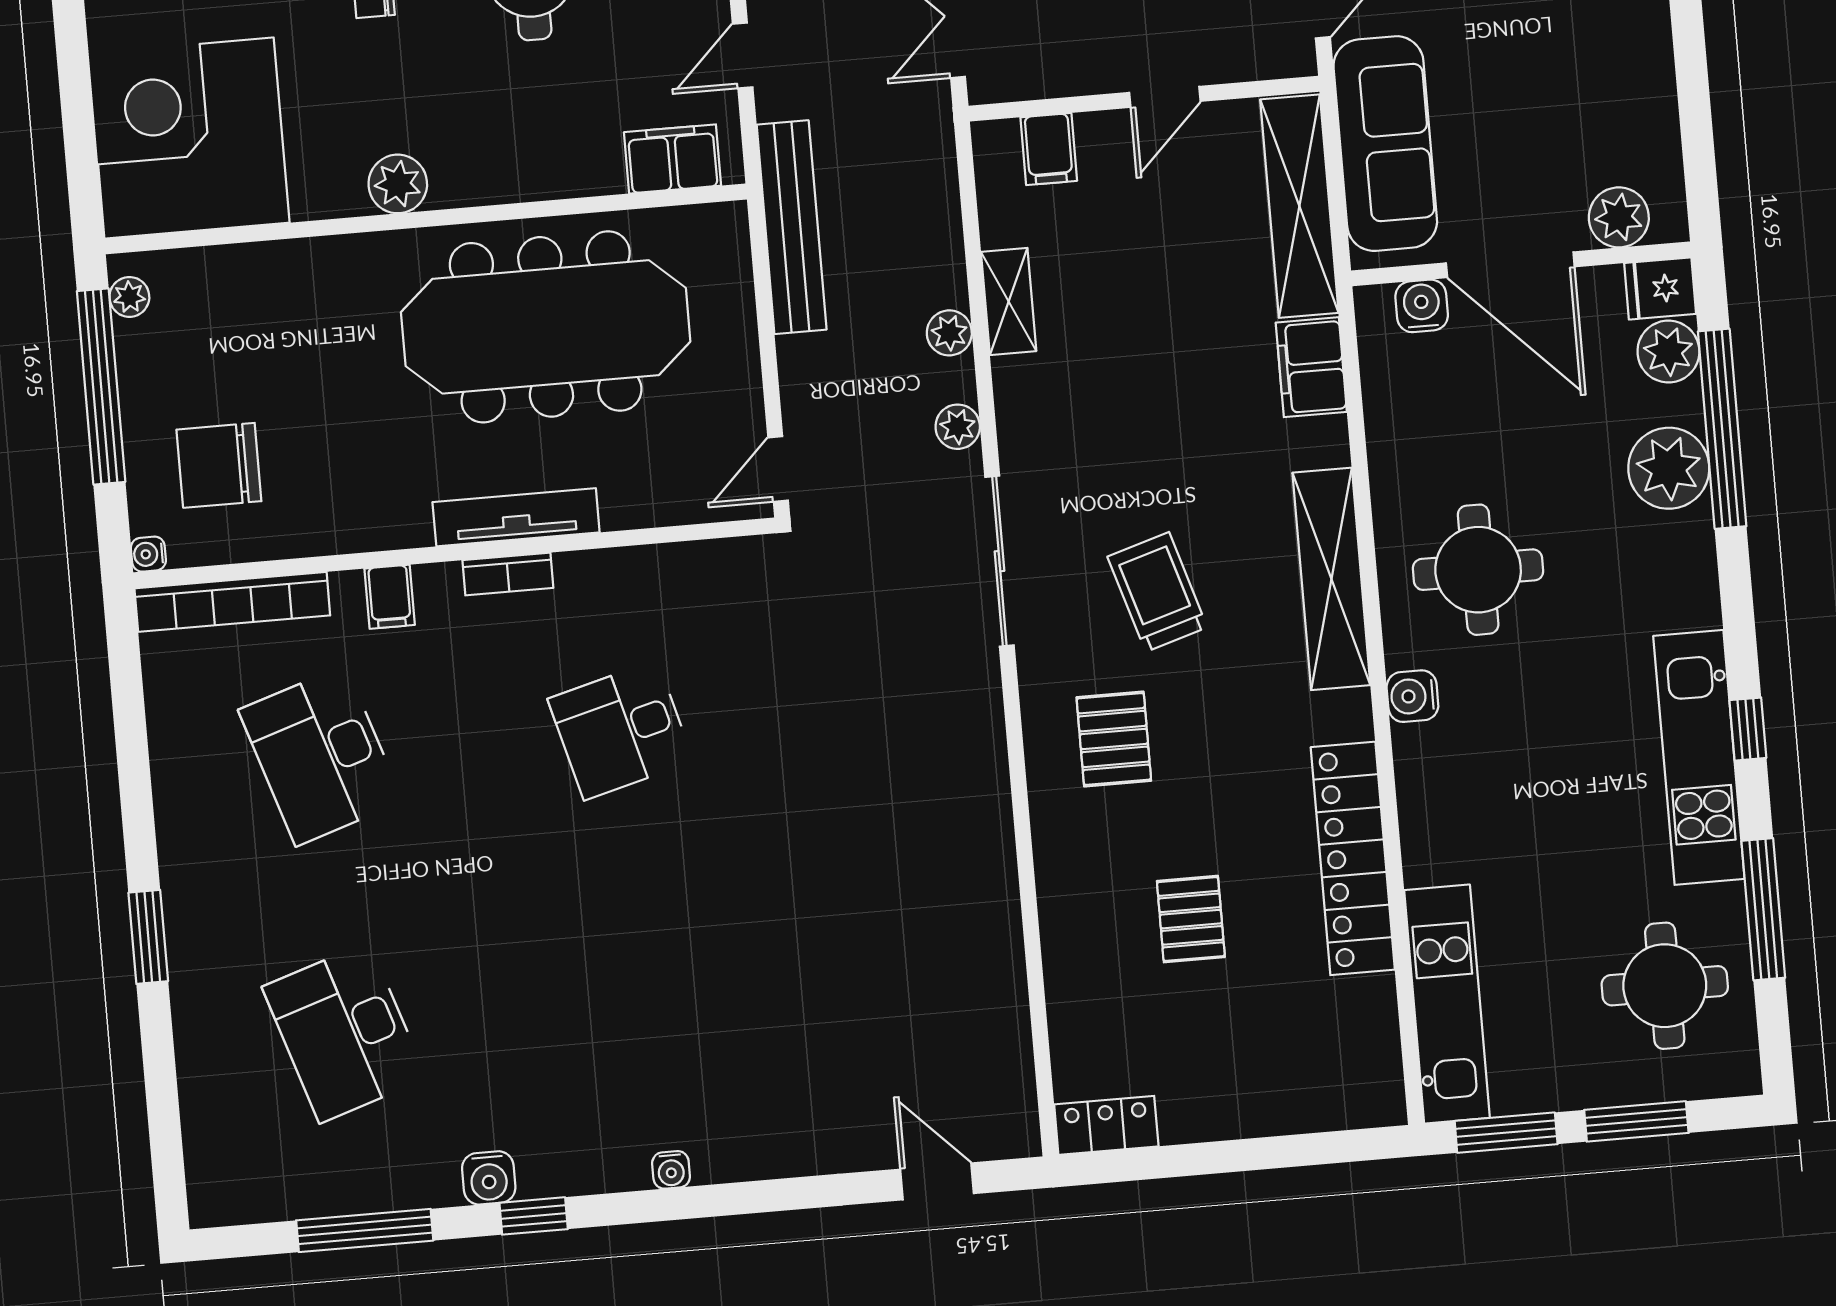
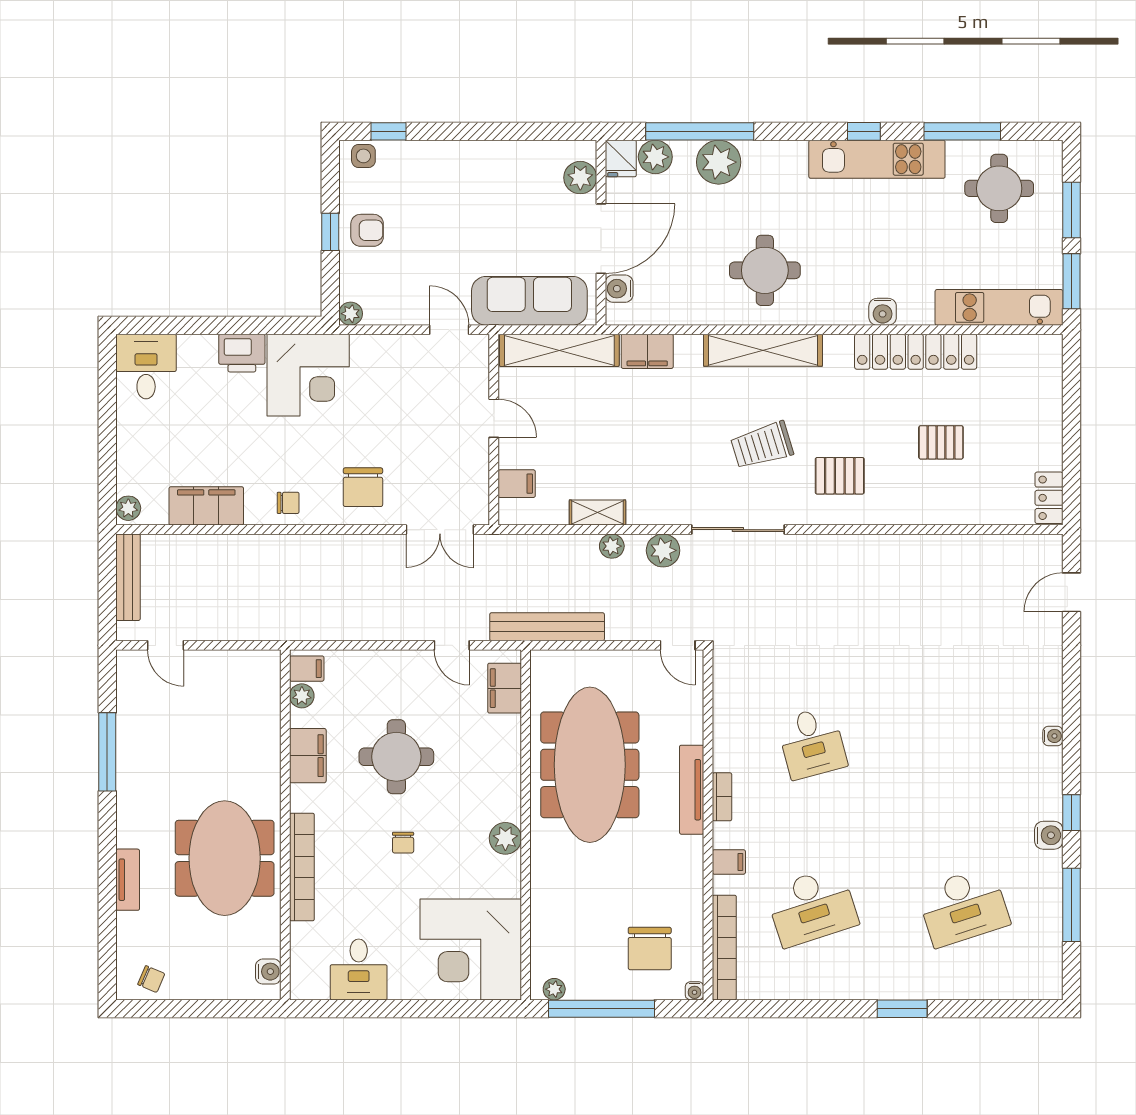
plant: (958, 427) -> (663, 550), width x1.38, depth x1.38
water cooler: (1412, 696) -> (883, 312), moved

